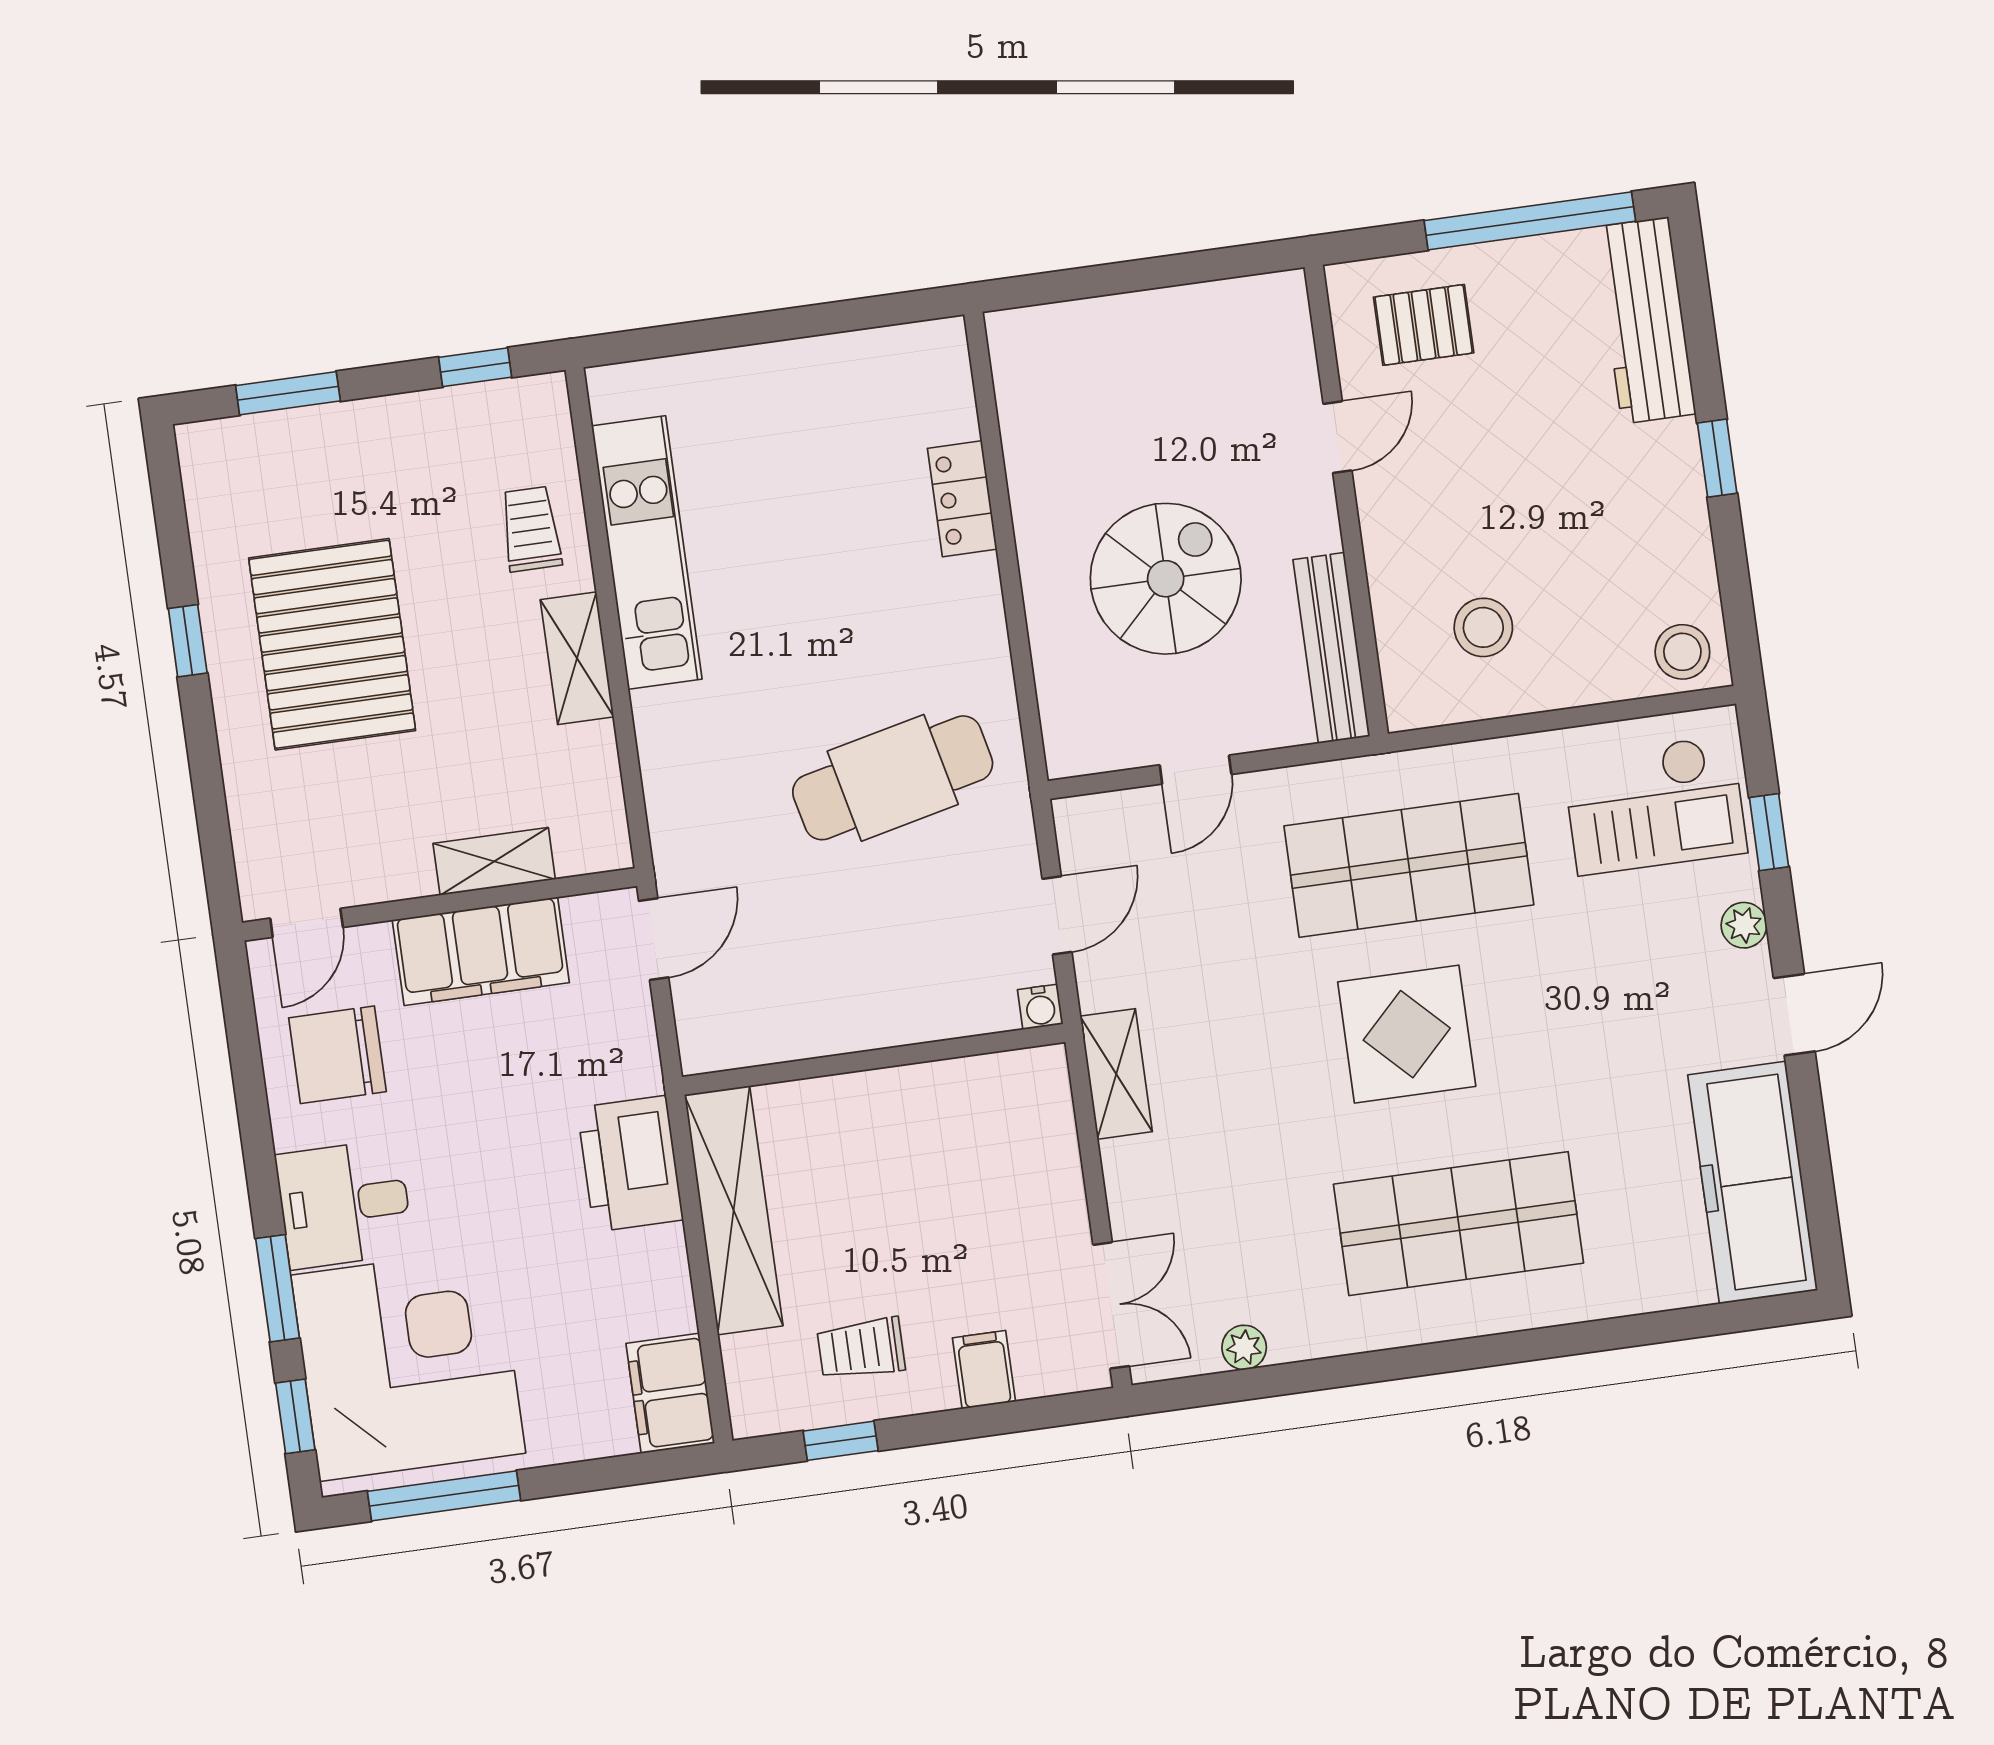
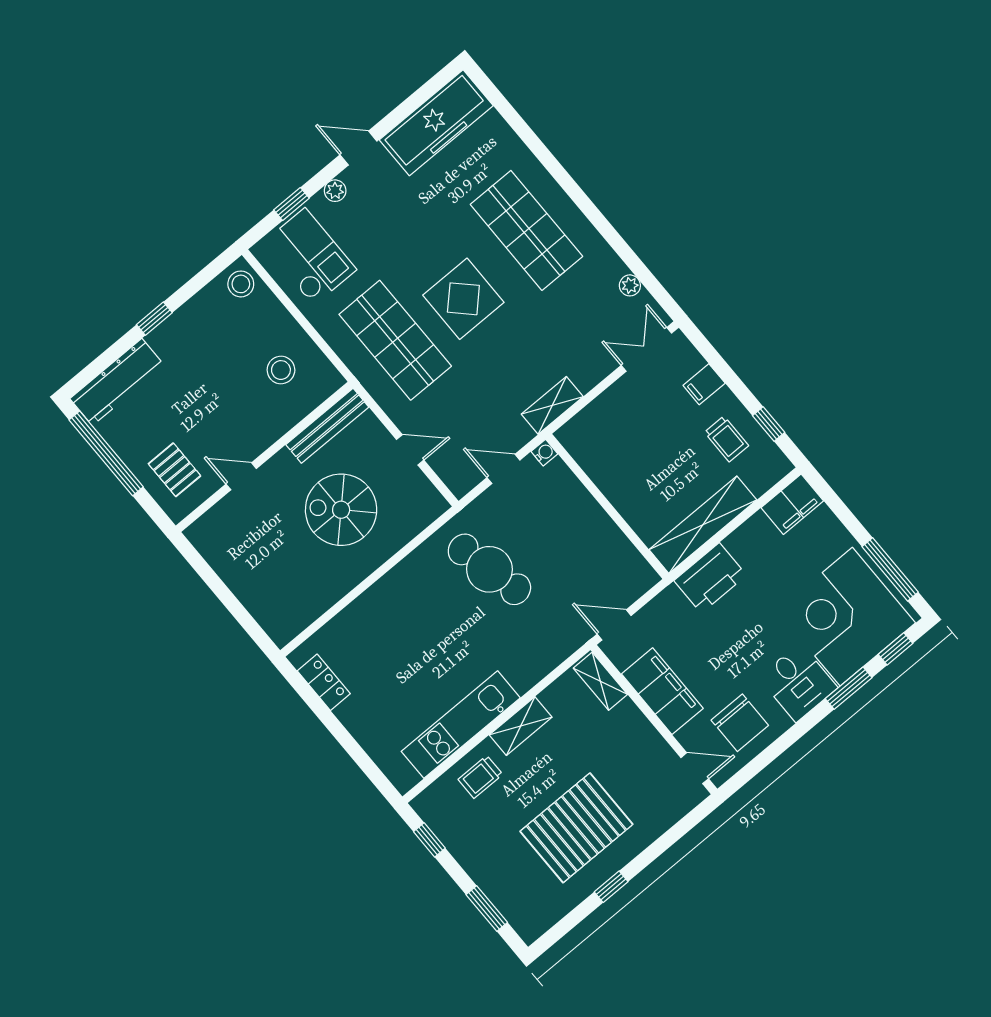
locker: (962, 499) -> (324, 682), moved, turned -90
shelving: (494, 861) -> (600, 681), moved

